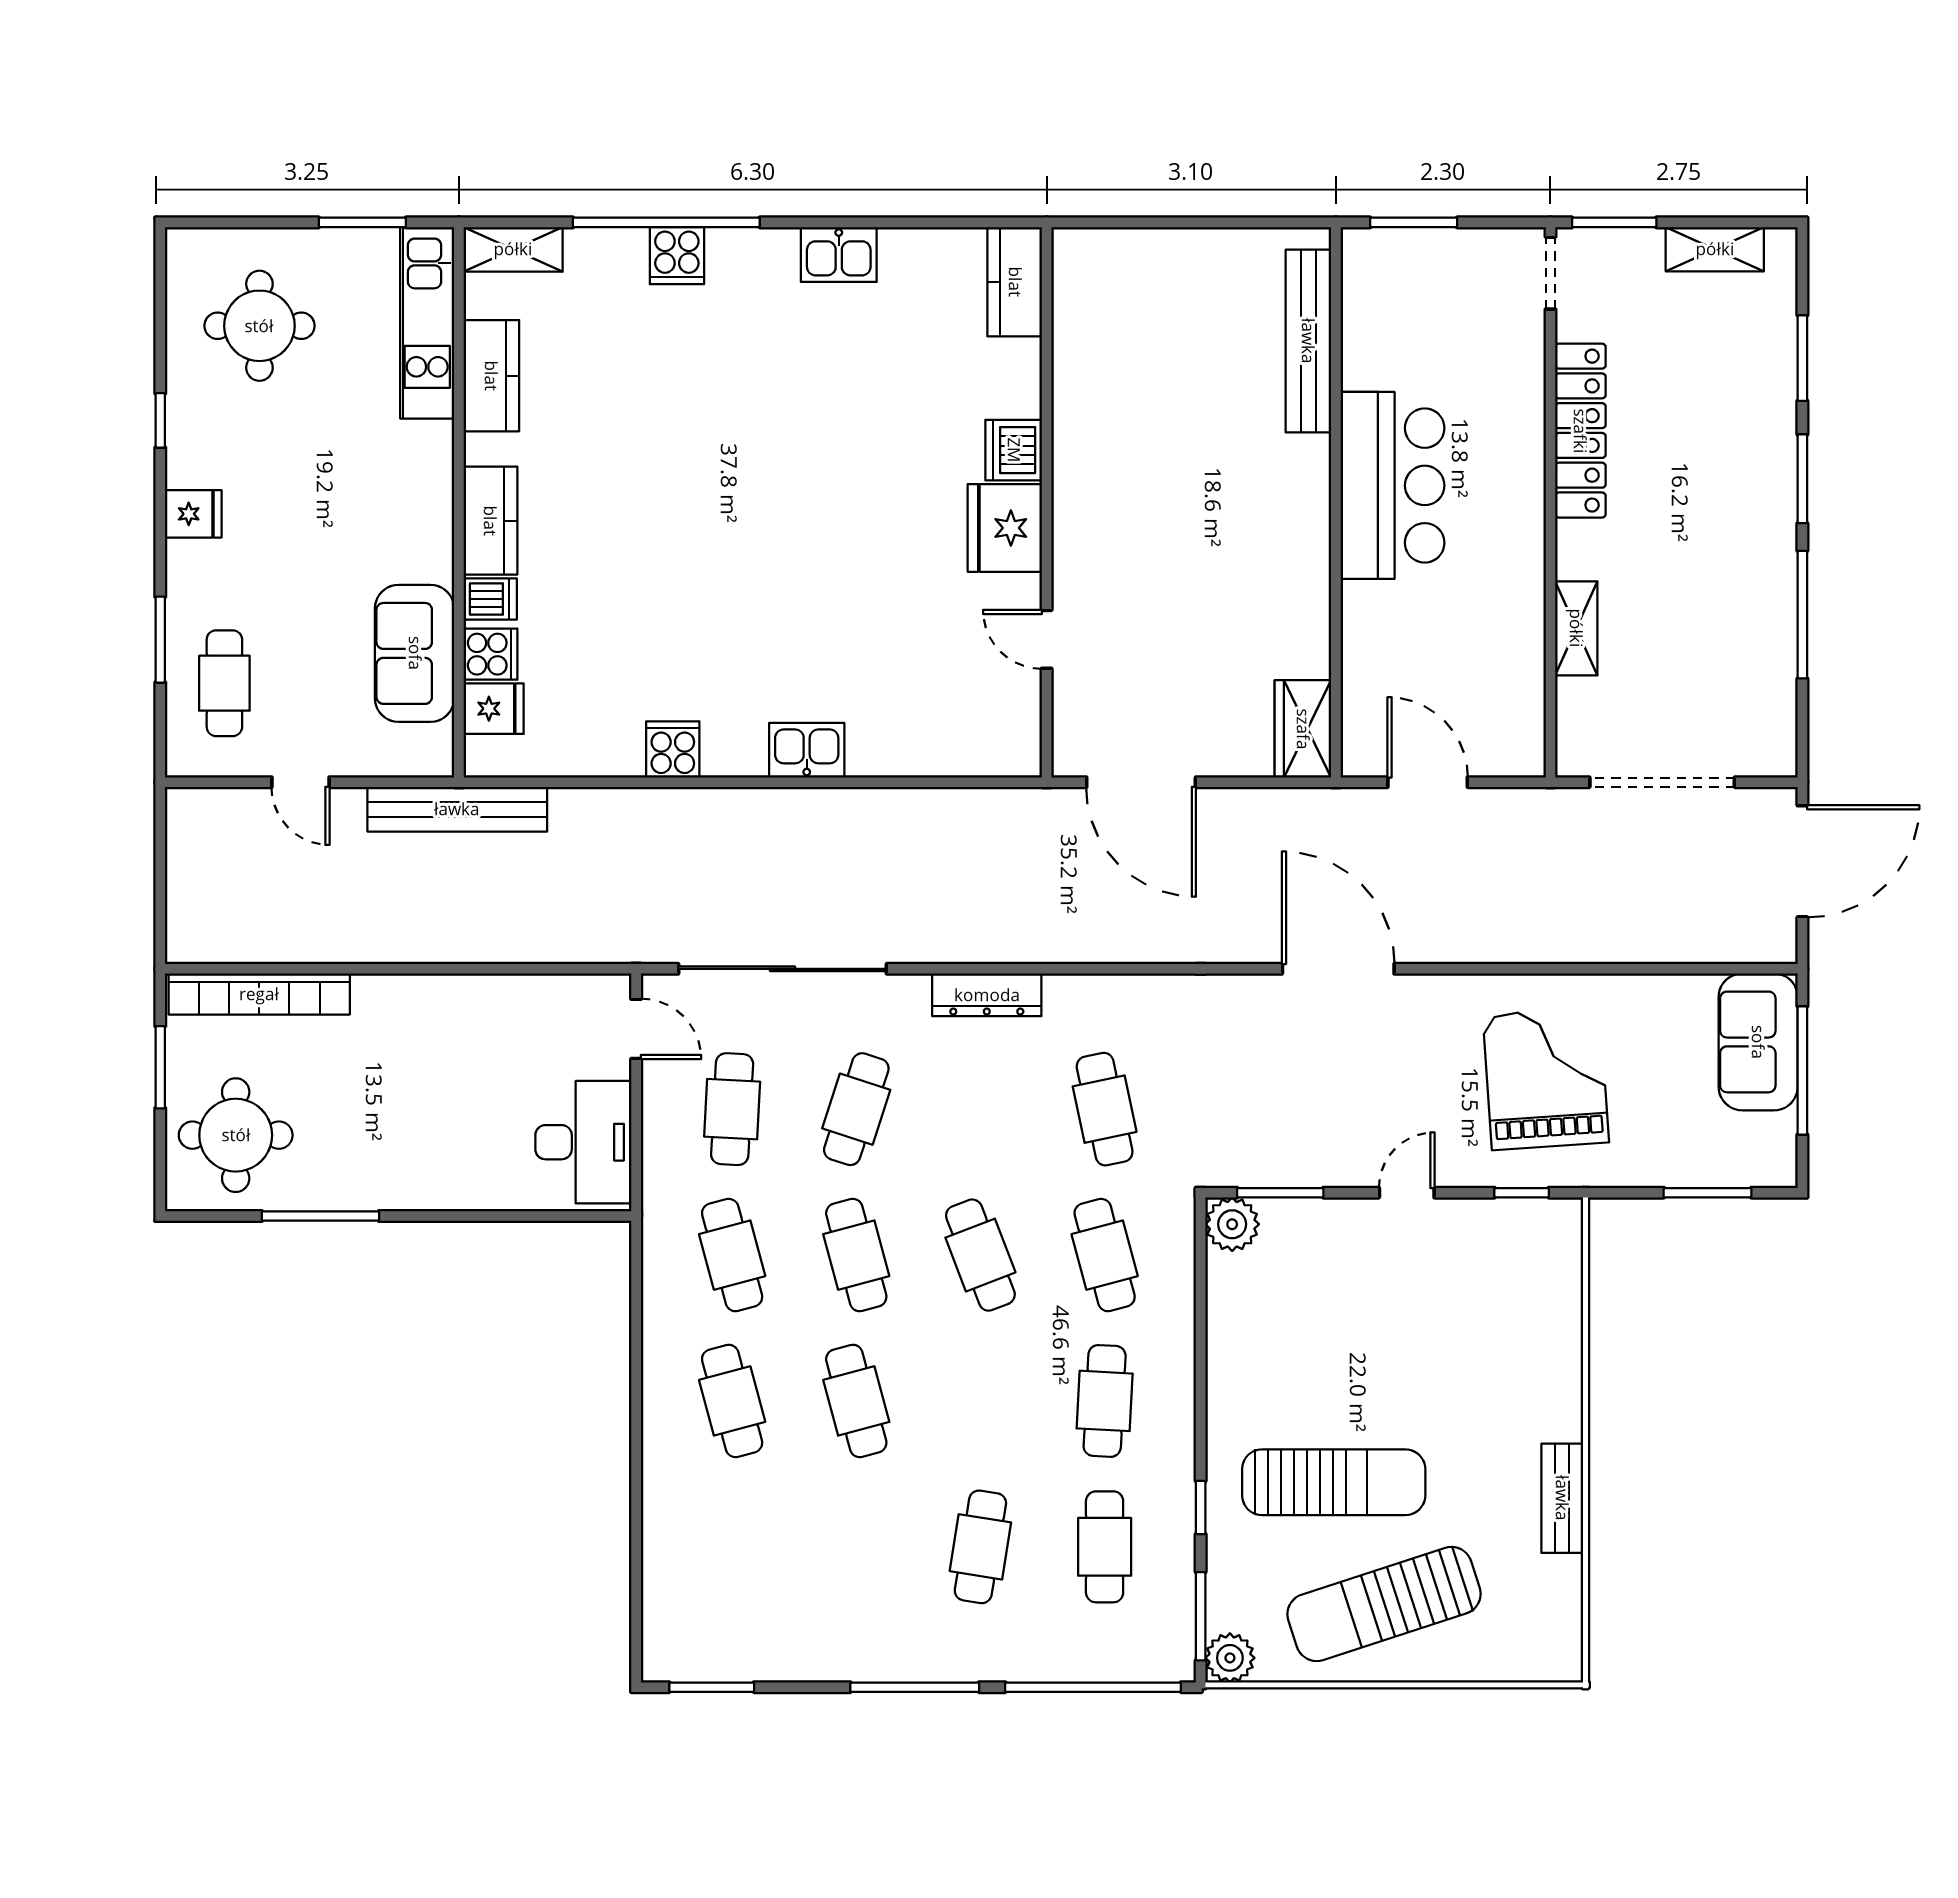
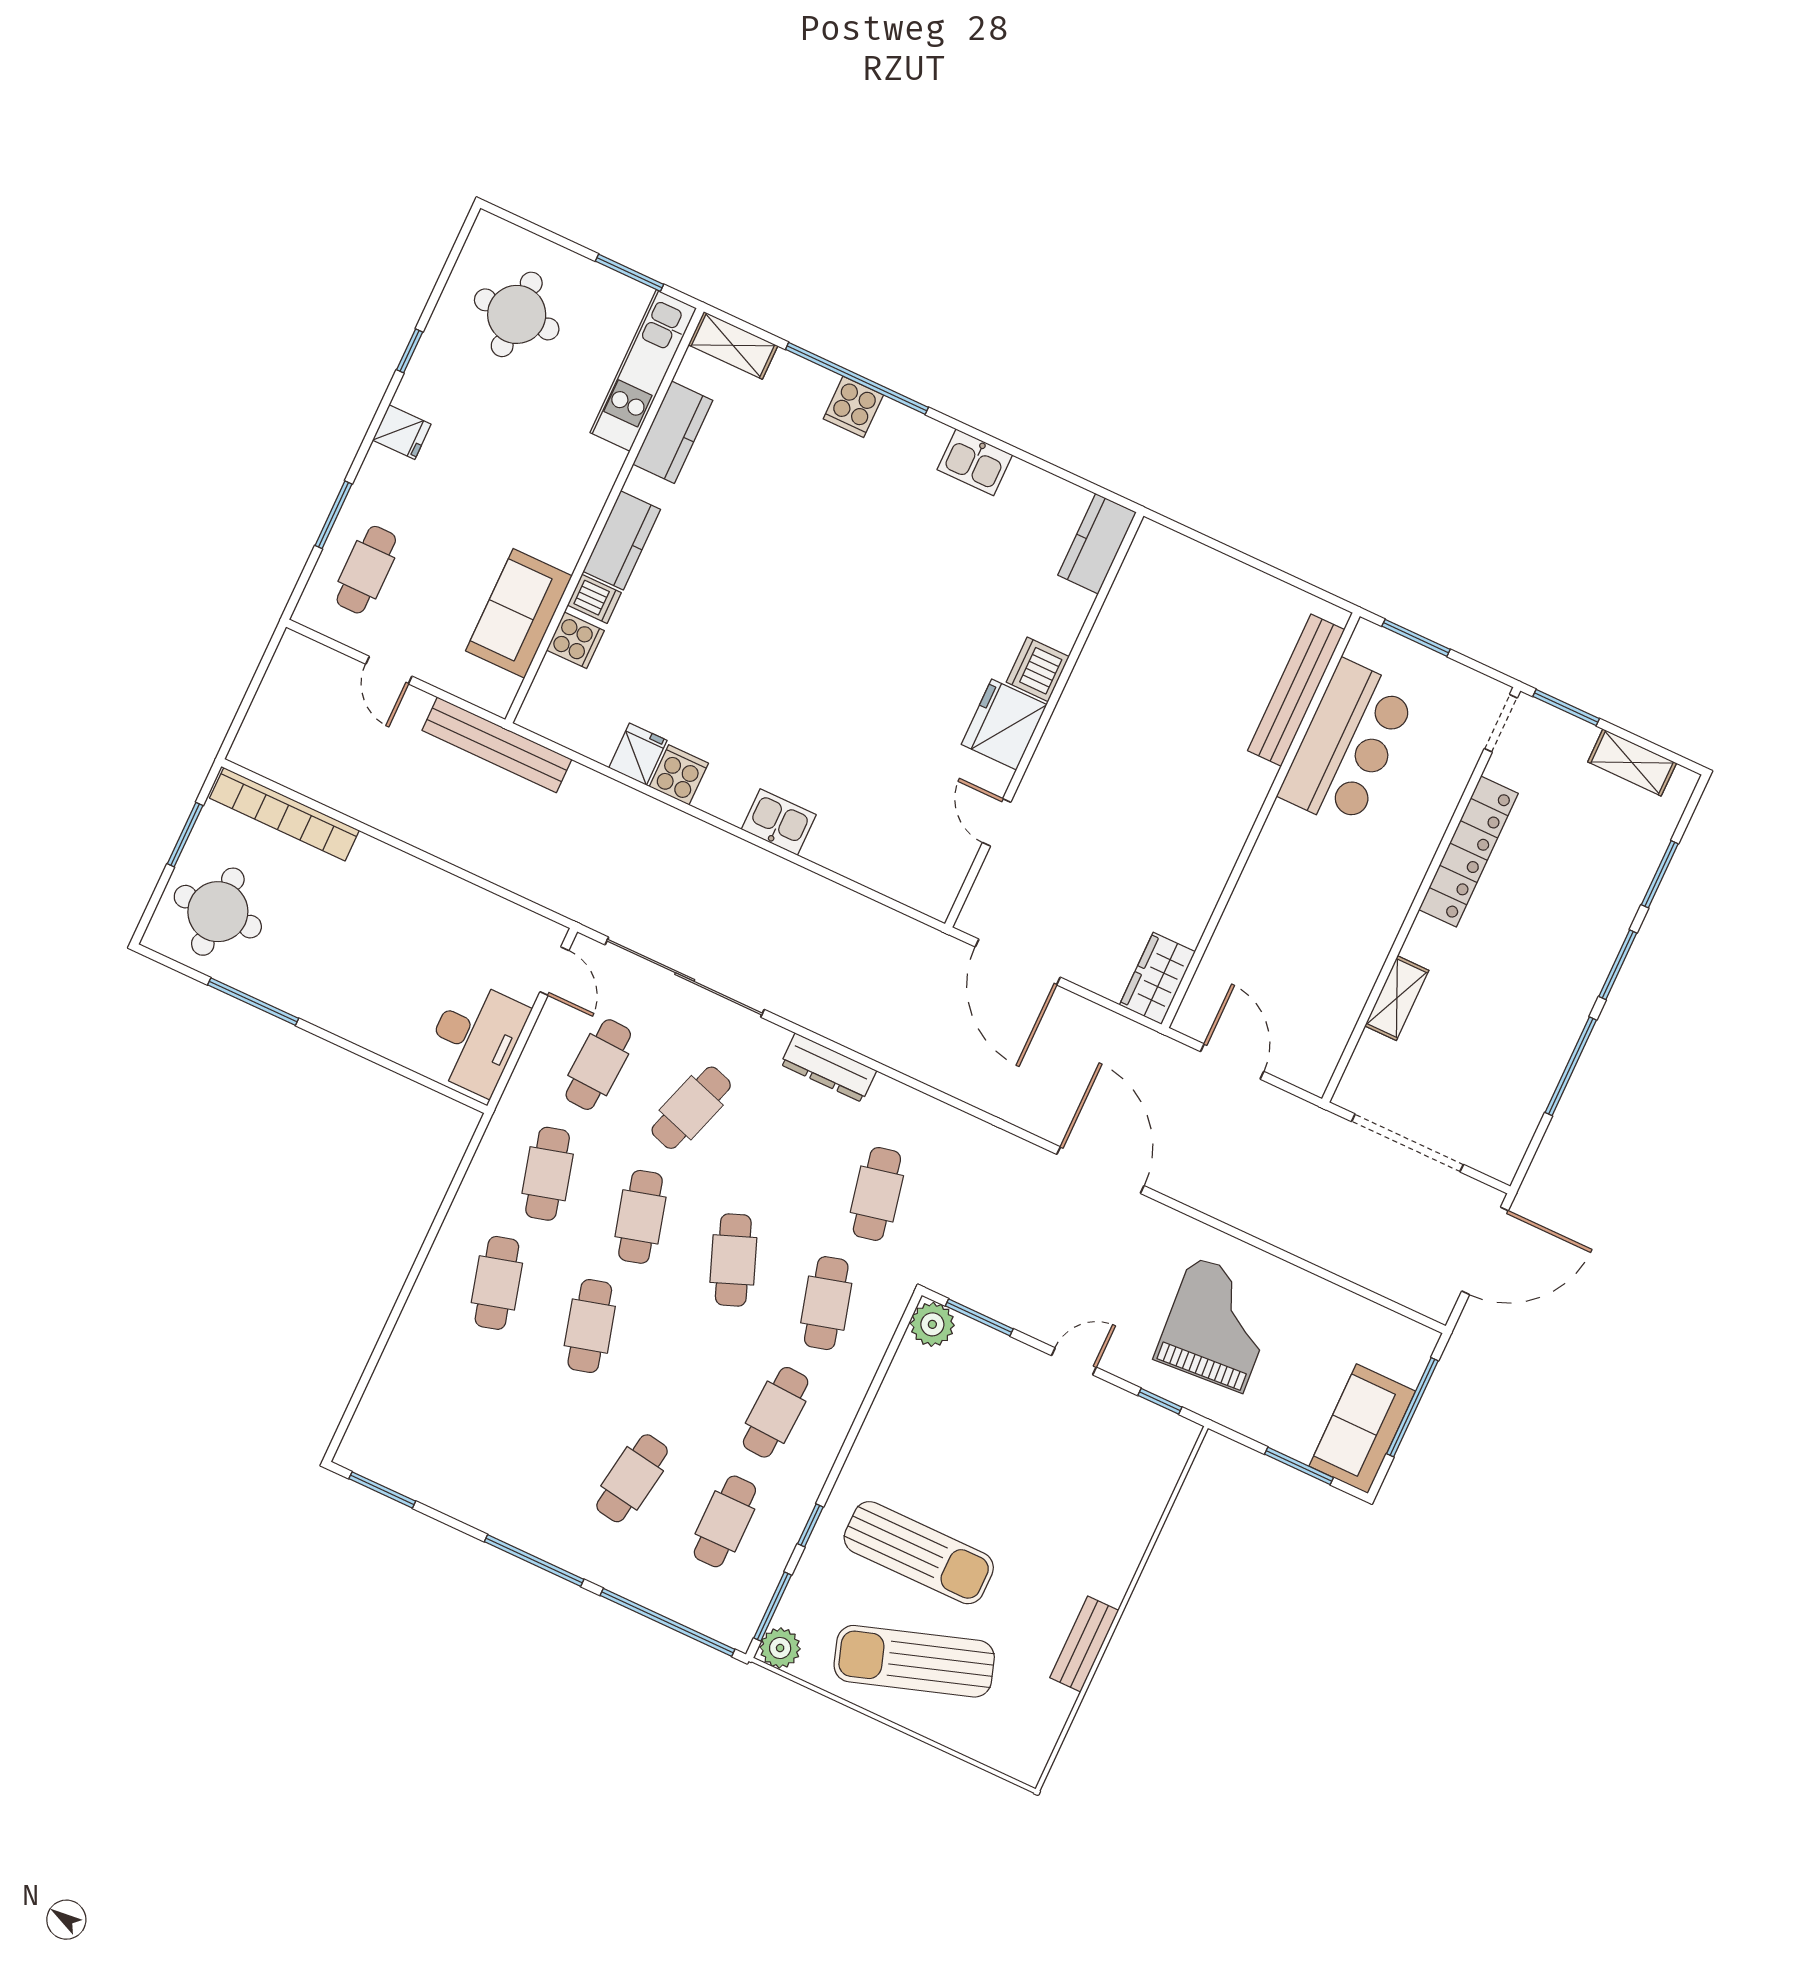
bar counter: (1392, 485) -> (1347, 744), moved
fridge: (494, 709) -> (638, 754), moved, turned -90
sofa: (1758, 1042) -> (1362, 1429), moved

